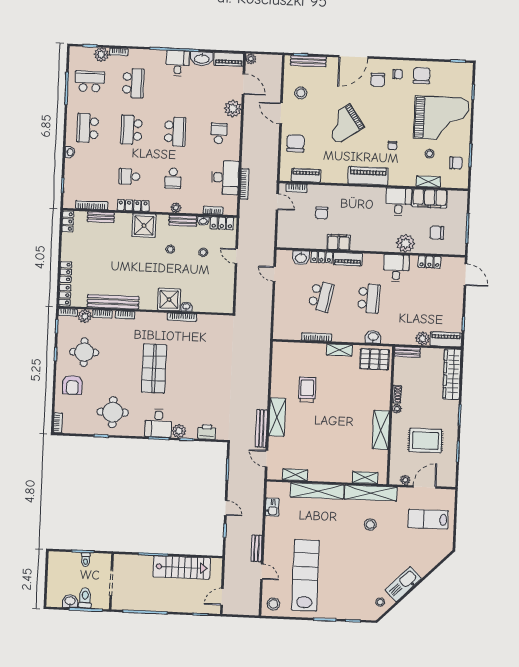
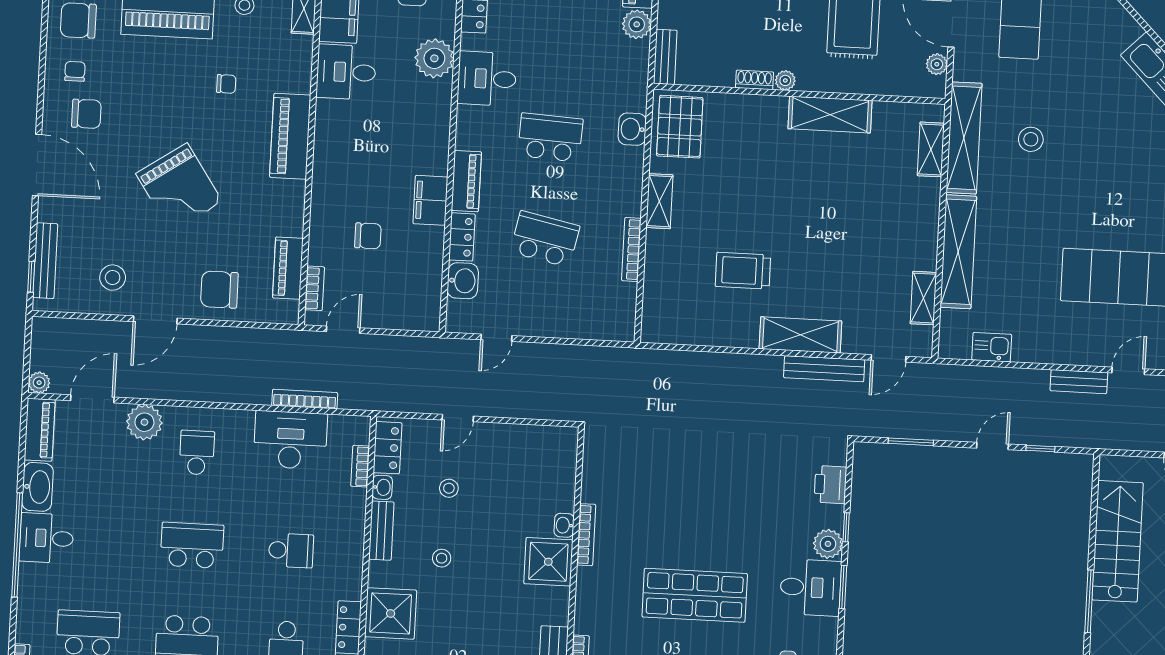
school desk: (219, 133) -> (197, 453), turned 90
plant: (176, 208) -> (353, 545), removed

